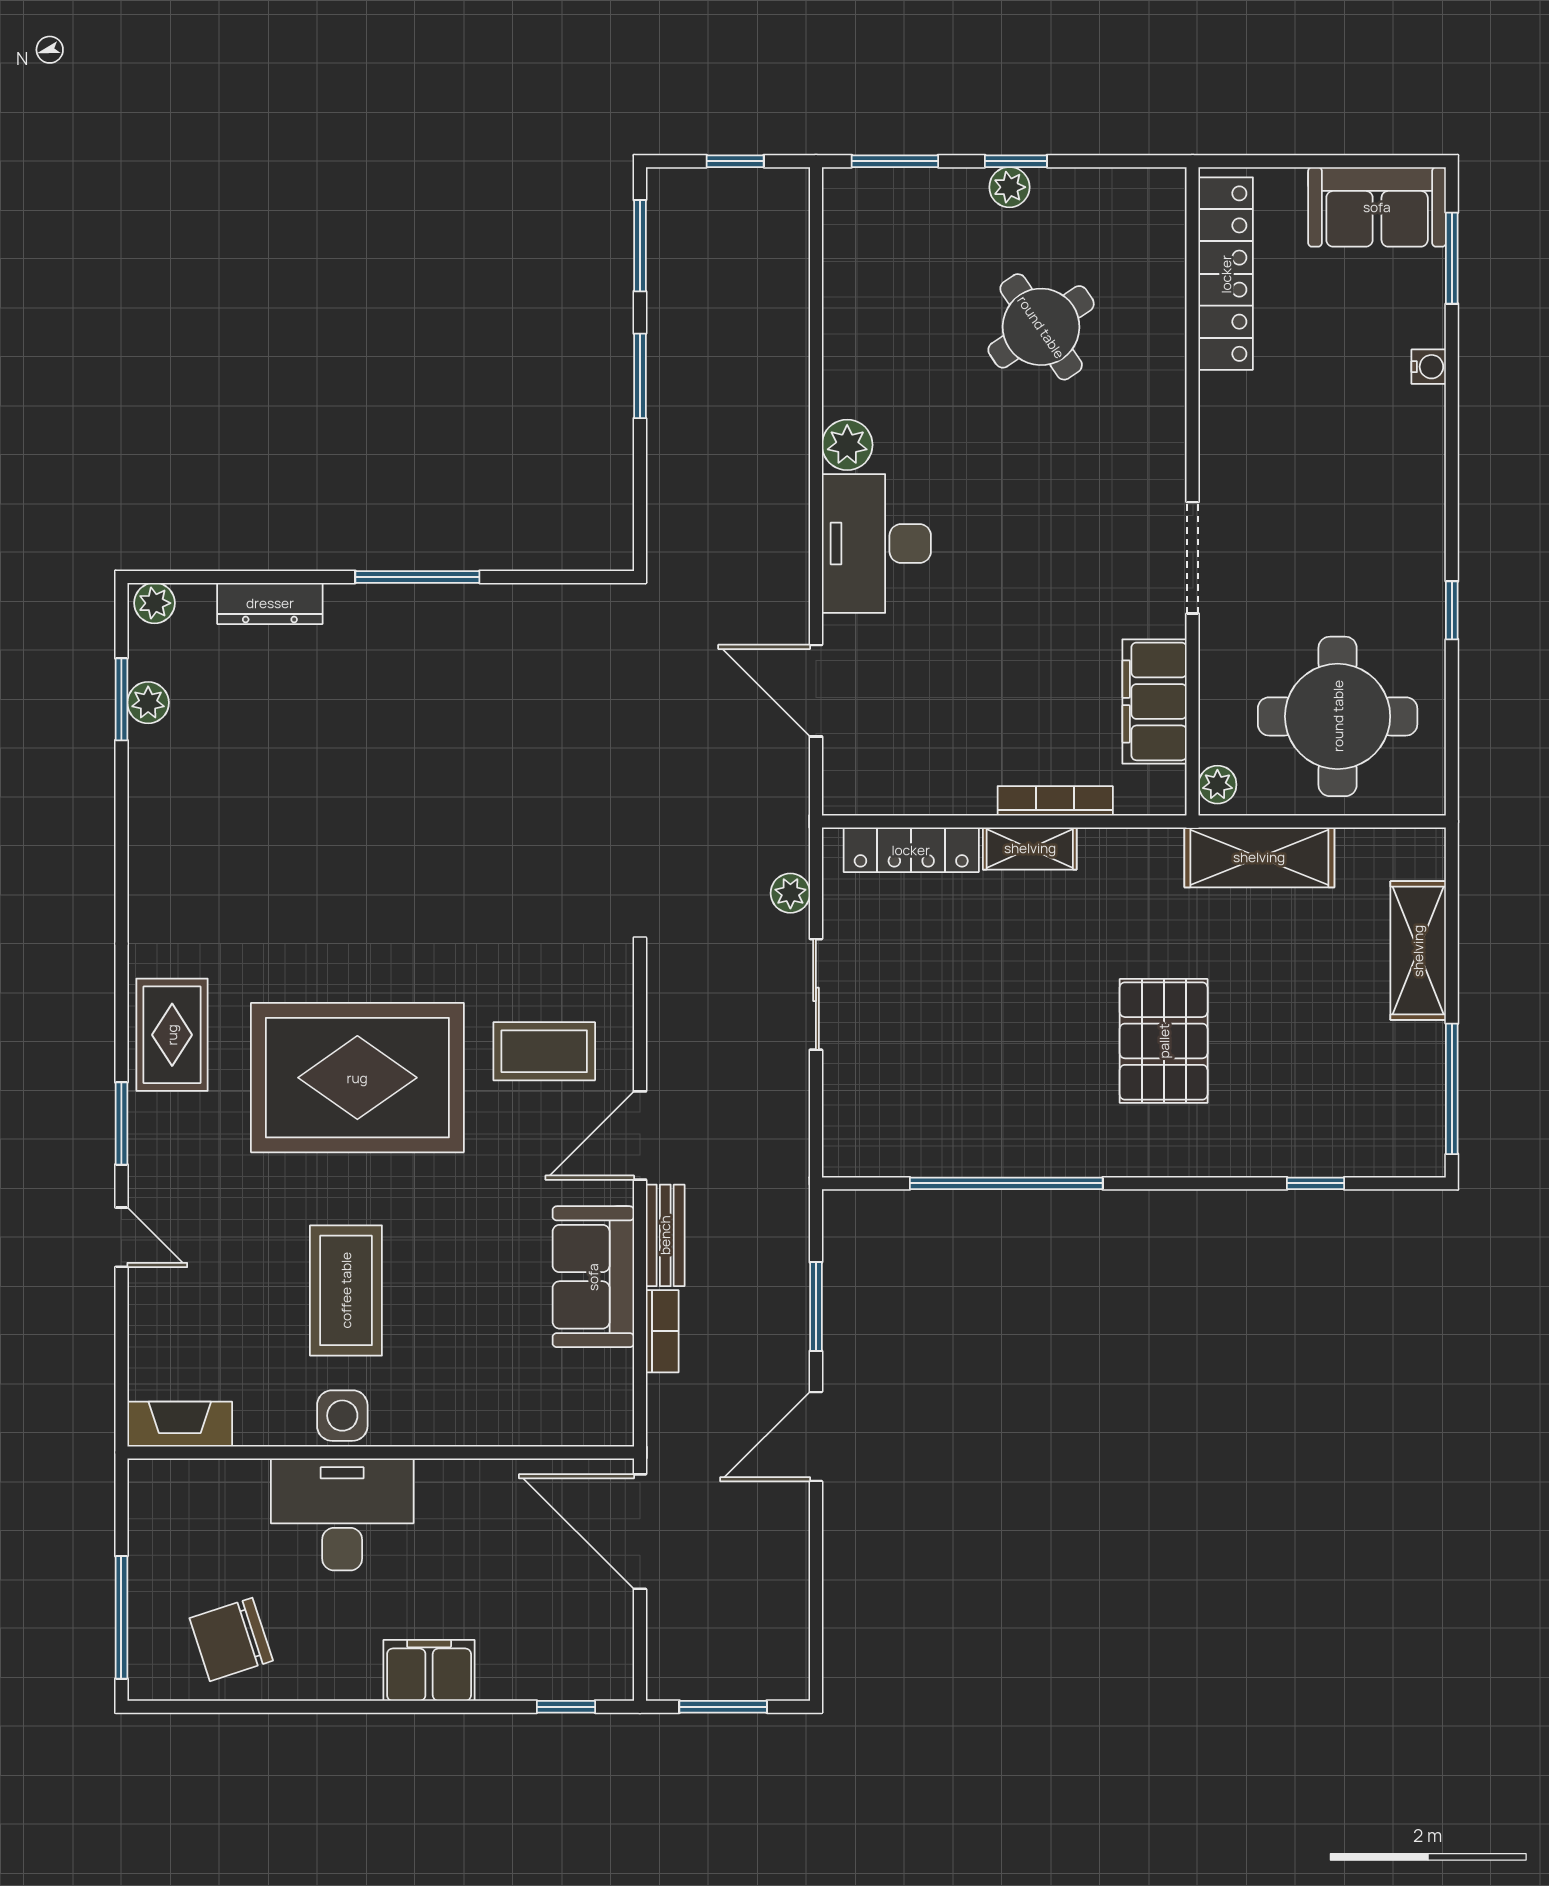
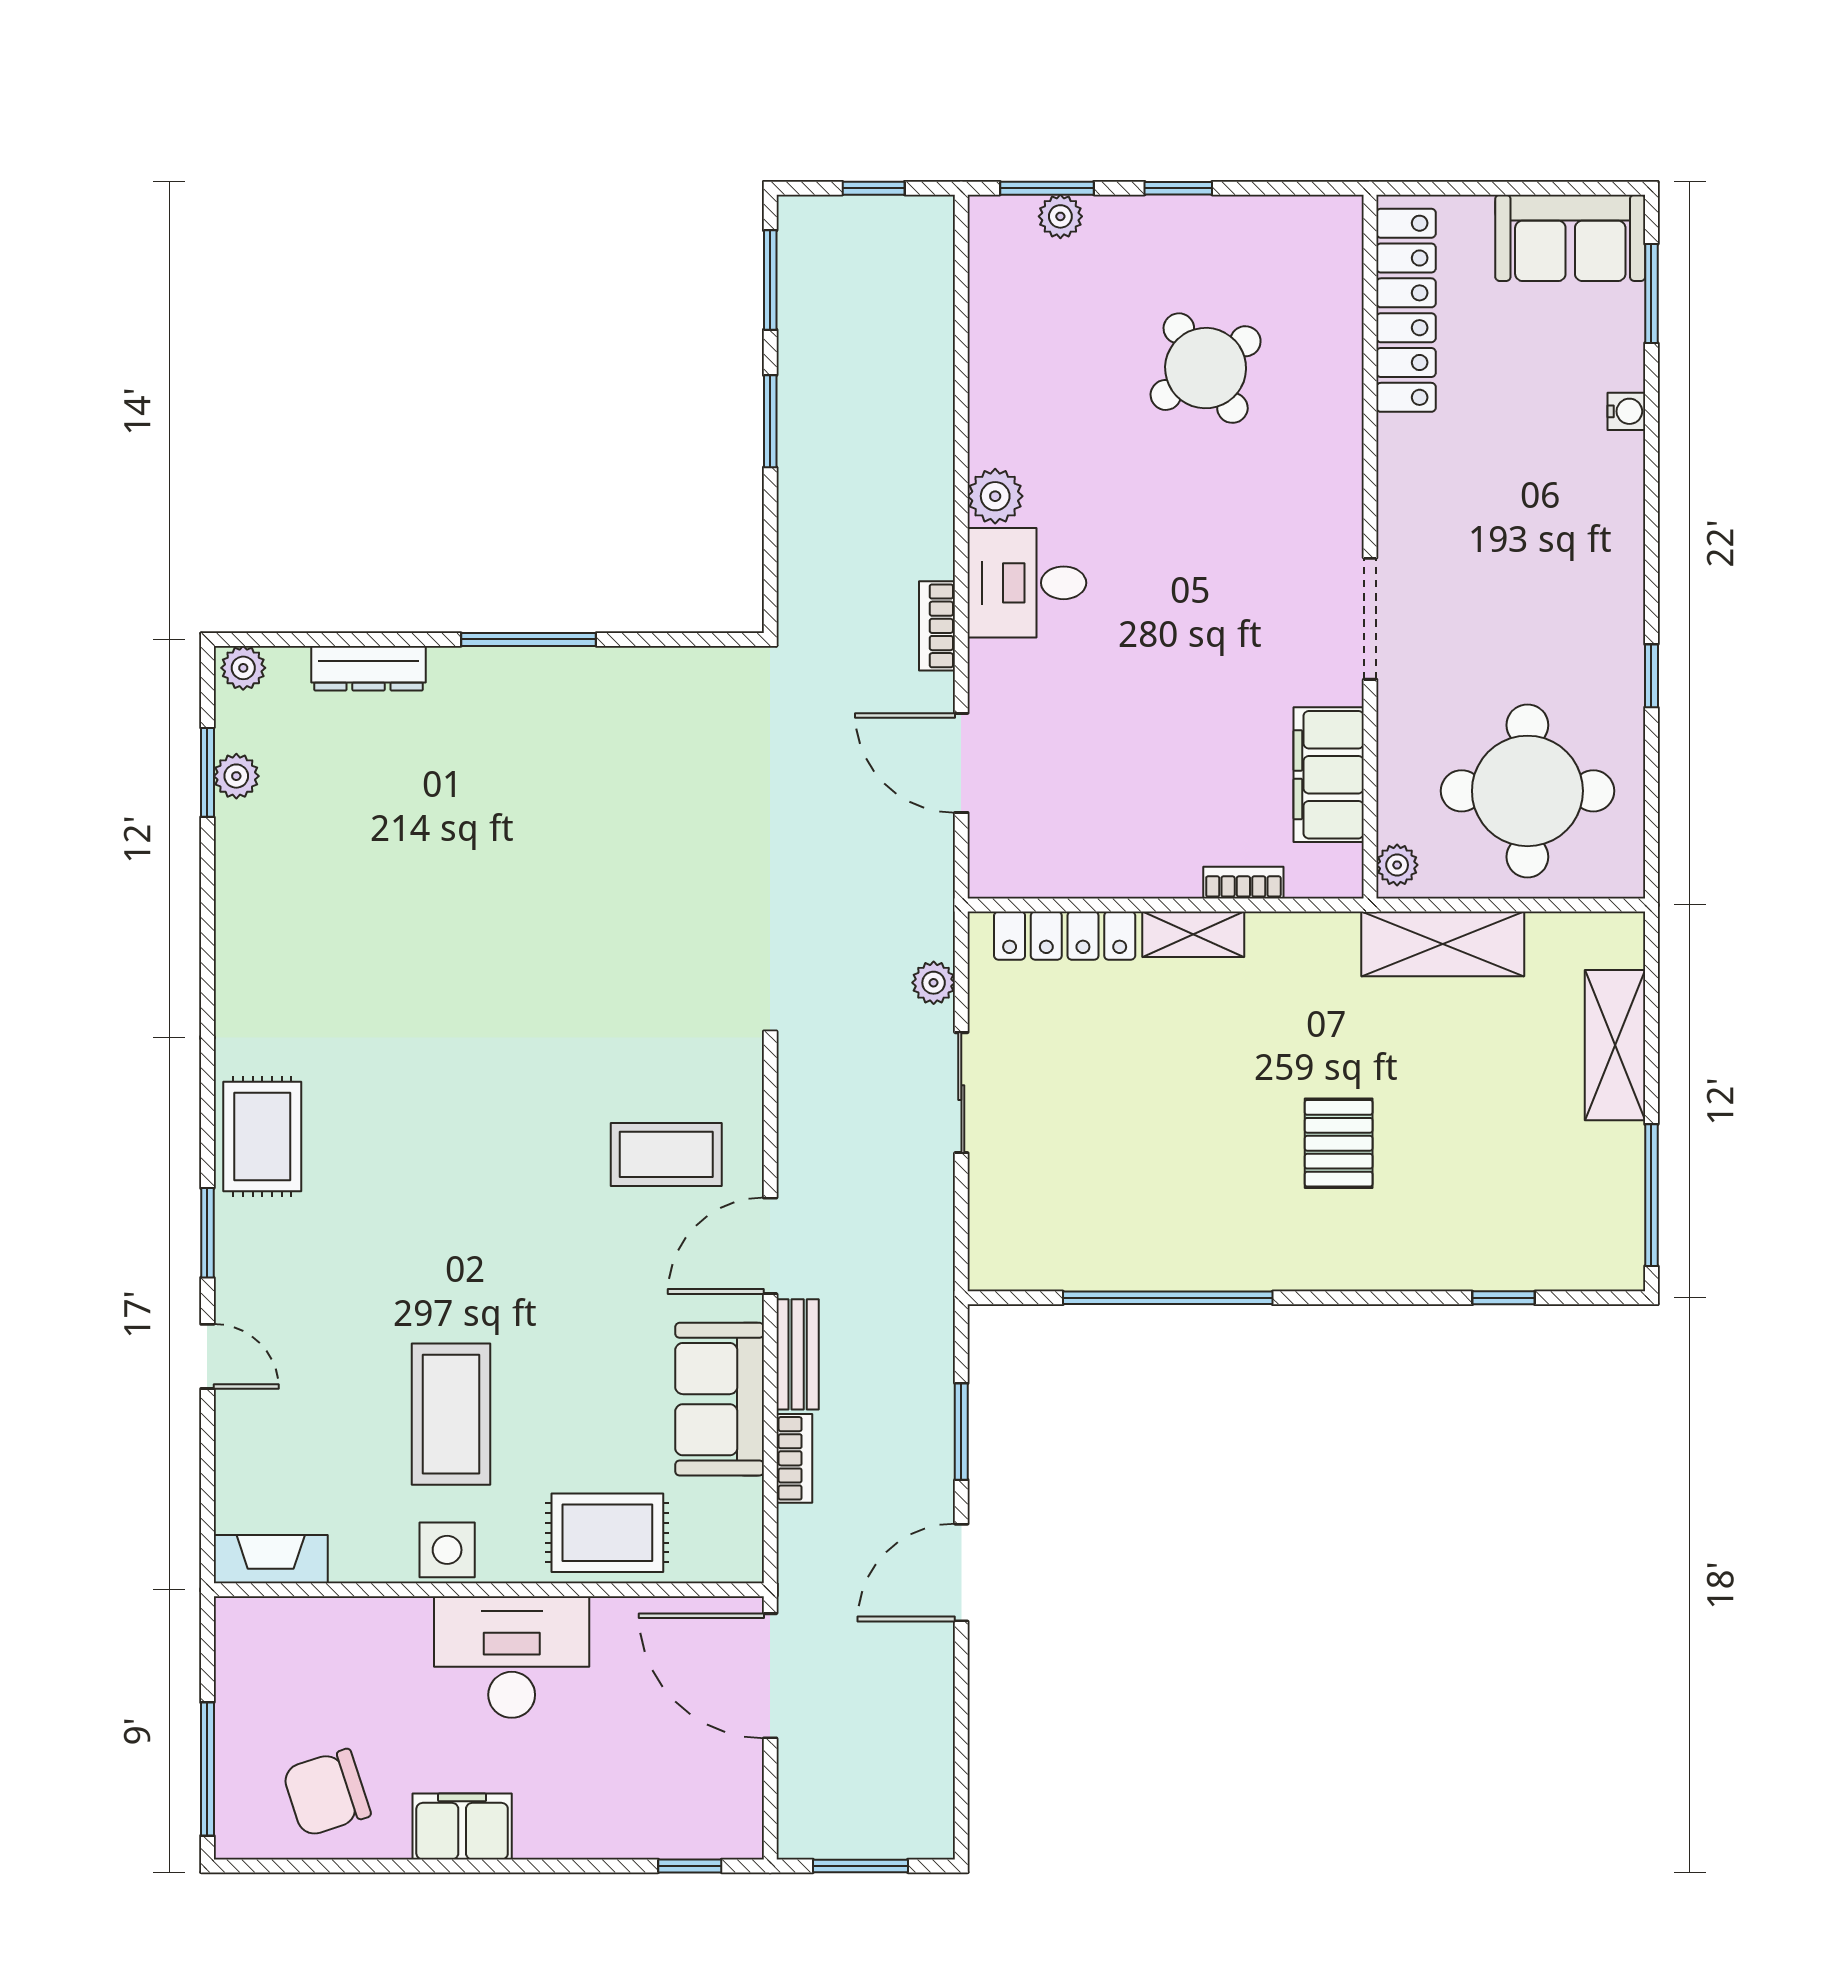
plant: (1009, 187) -> (1060, 216), moved
desk: (876, 544) -> (1027, 583), width x0.73
bookcase: (794, 564) -> (937, 626), added
bookcase: (1055, 801) -> (1243, 883), width x0.64
pallet: (1164, 1041) -> (1339, 1143), width x0.67, depth x0.71
rug: (357, 1078) -> (607, 1533), moved, width x0.54, depth x0.49
desk: (342, 1514) -> (512, 1657), moved
filing cabinet: (429, 1670) -> (462, 1826), moved

